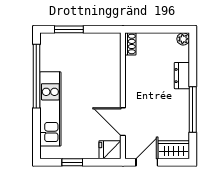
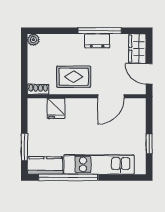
kitchen counter: (49, 52) -> (45, 165), added
dresser: (182, 76) -> (97, 41), moved
rug: (144, 82) -> (74, 77), added
fridge: (110, 150) -> (56, 108), moved

